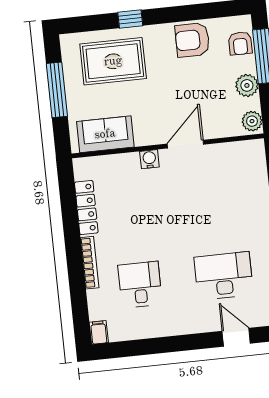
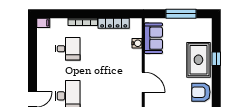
armchair: (192, 40) -> (201, 92), turned -90
rug: (113, 61) -> (198, 60), moved
water cooler: (149, 159) -> (137, 43), moved

